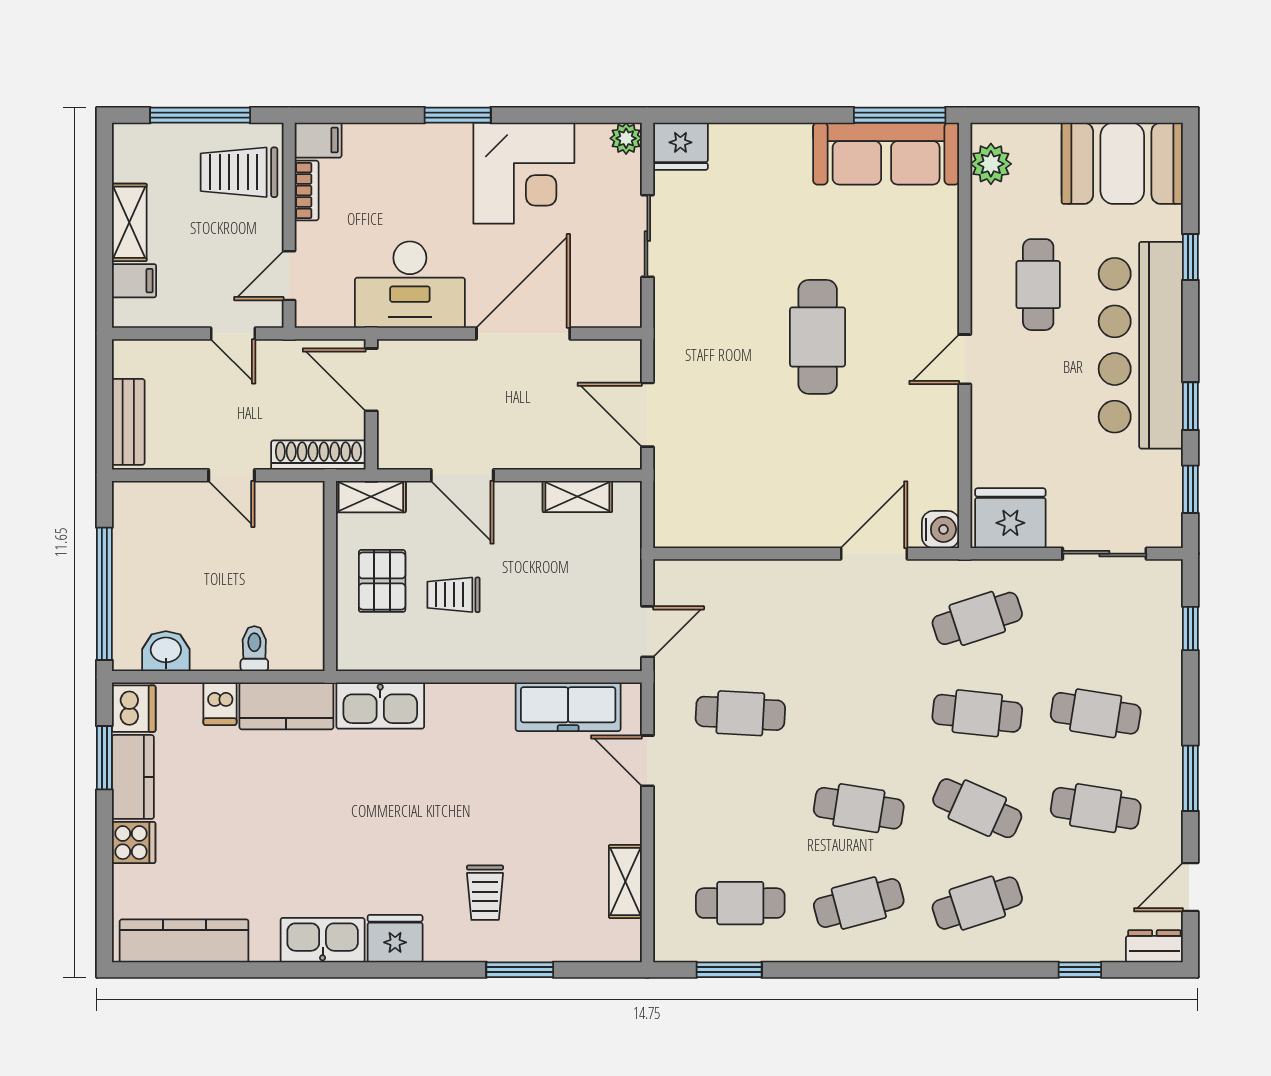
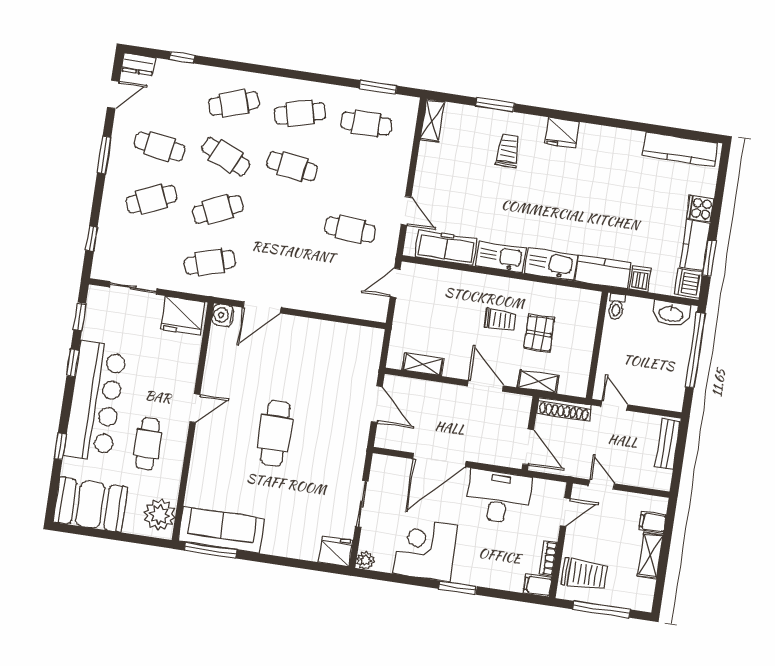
plant: (991, 164) -> (160, 515), width x1.36, depth x1.36
wall: (330, 576) -> (597, 345), moved
washbasin: (166, 651) -> (671, 313), width x1.38
cafe table: (977, 713) -> (218, 209), turned -30
cafe table: (1096, 713) -> (152, 199), turned -33
shelving: (625, 881) -> (432, 120), moved
kitchen sink: (323, 940) -> (501, 257), moved, turned 180

